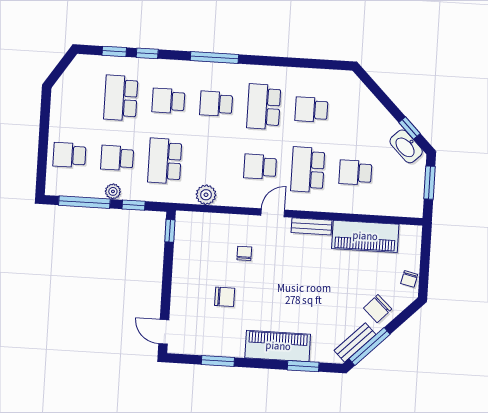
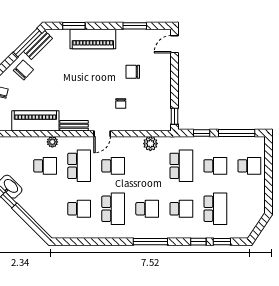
plant: (113, 191) -> (52, 142), moved
door: (164, 332) -> (175, 44), swing flipped

